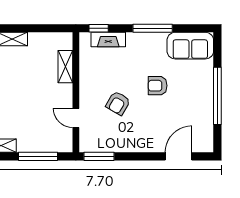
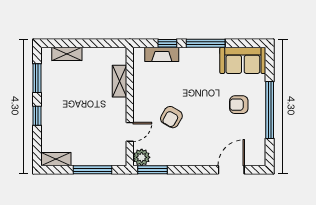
window: (99, 28) -> (167, 43), moved
armchair: (158, 86) -> (239, 105), moved
door: (76, 118) -> (130, 132), swing flipped
plant: (88, 144) -> (142, 157), added

